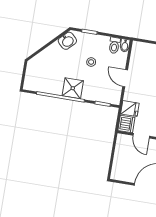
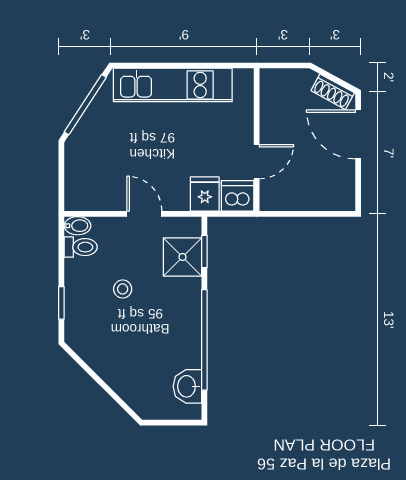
washbasin: (67, 41) -> (187, 386), moved, turned -135
door: (125, 78) -> (144, 214), swing flipped
shower: (73, 88) -> (182, 257), moved

